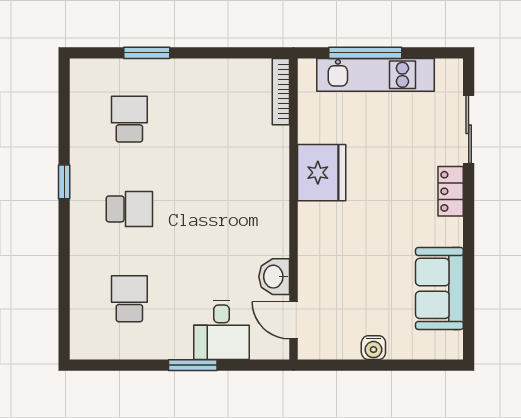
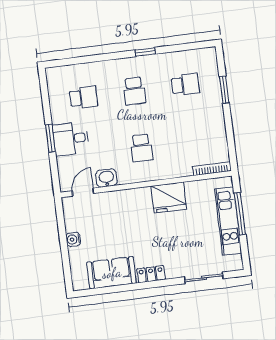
locker: (451, 191) -> (151, 274), moved
school desk: (230, 209) -> (142, 148), added
desk: (222, 330) -> (71, 139), moved

